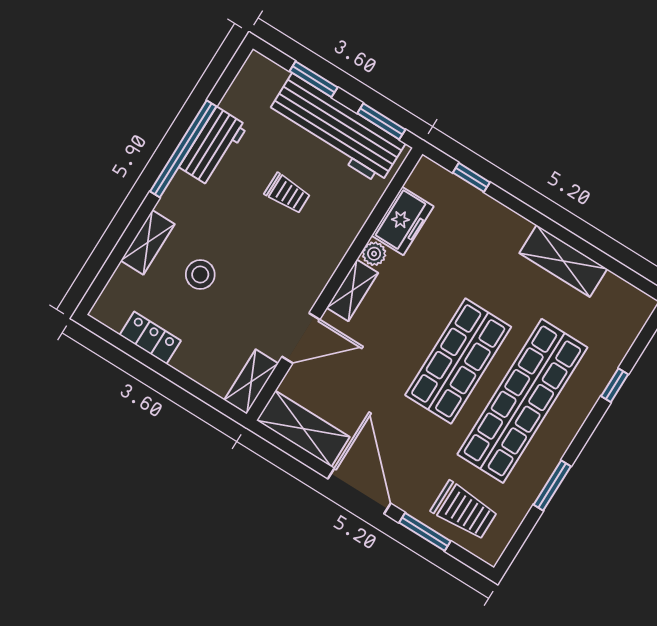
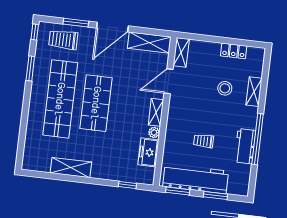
window: (615, 385) -> (35, 32), moved
door: (359, 491) -> (112, 27), hinge flipped

